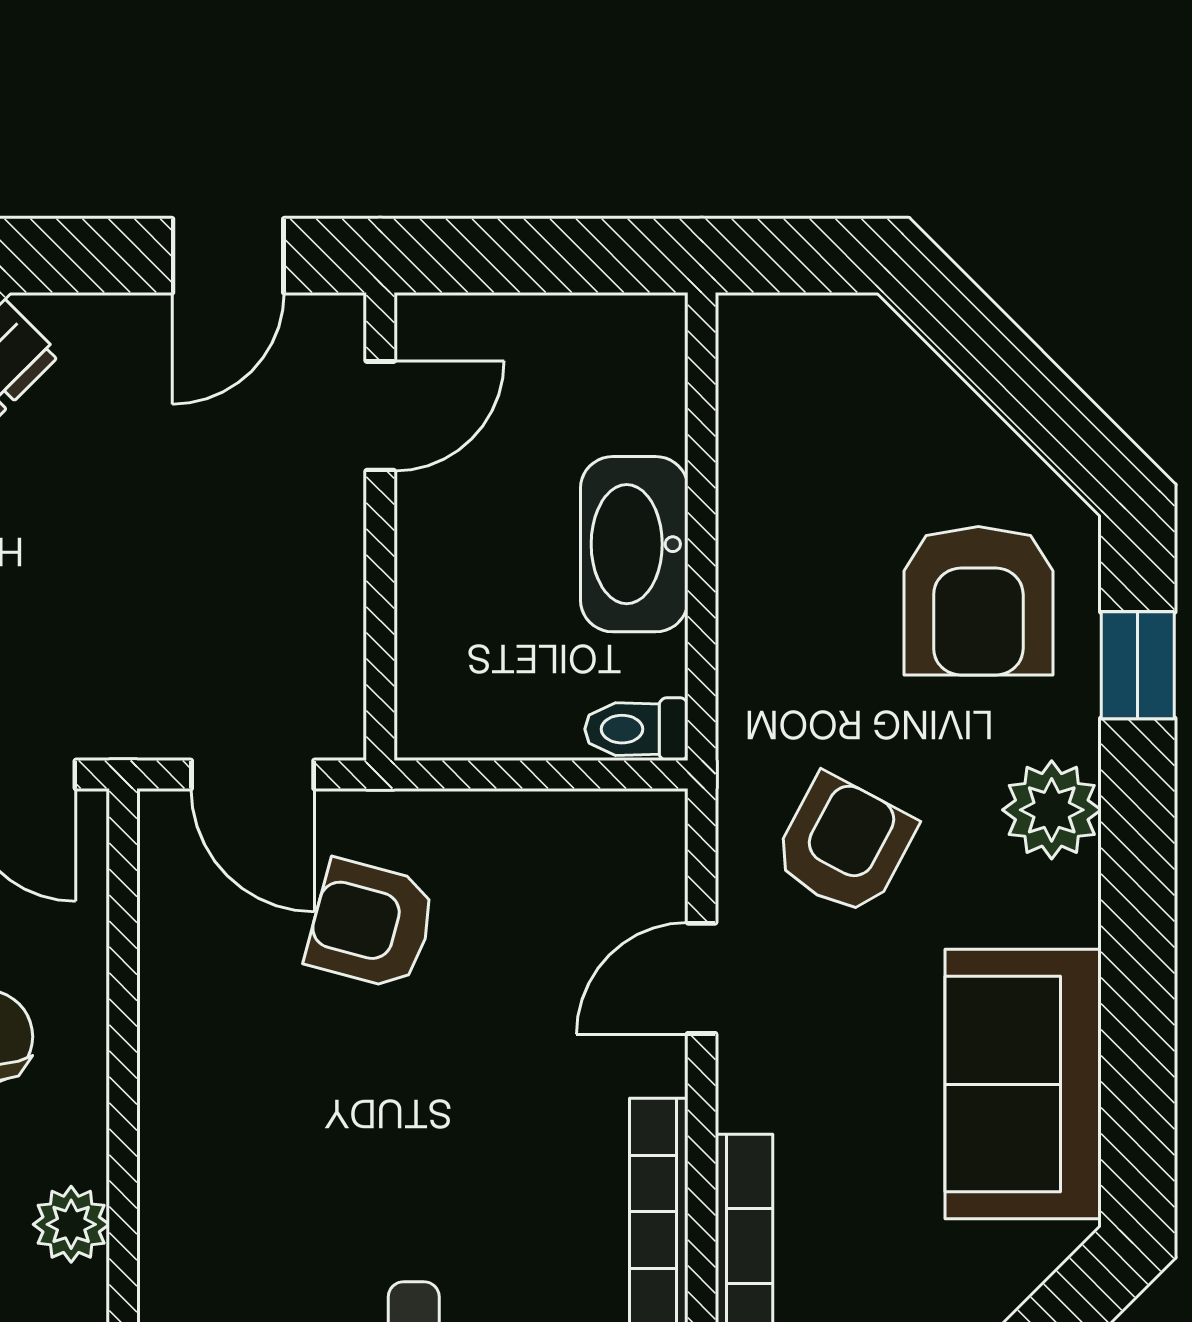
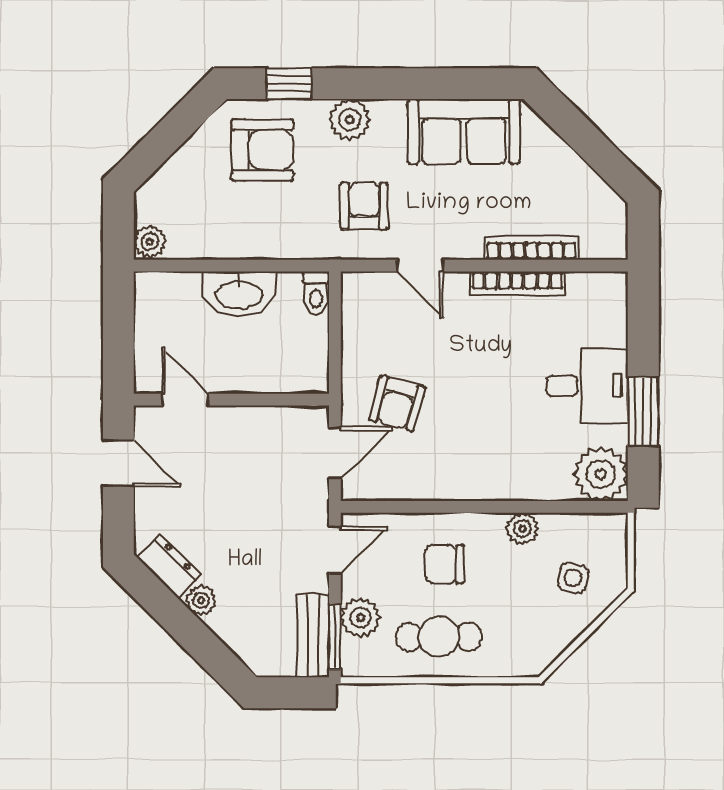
plant: (759, 331) -> (150, 242), added
armchair: (844, 845) -> (364, 206), turned 62

